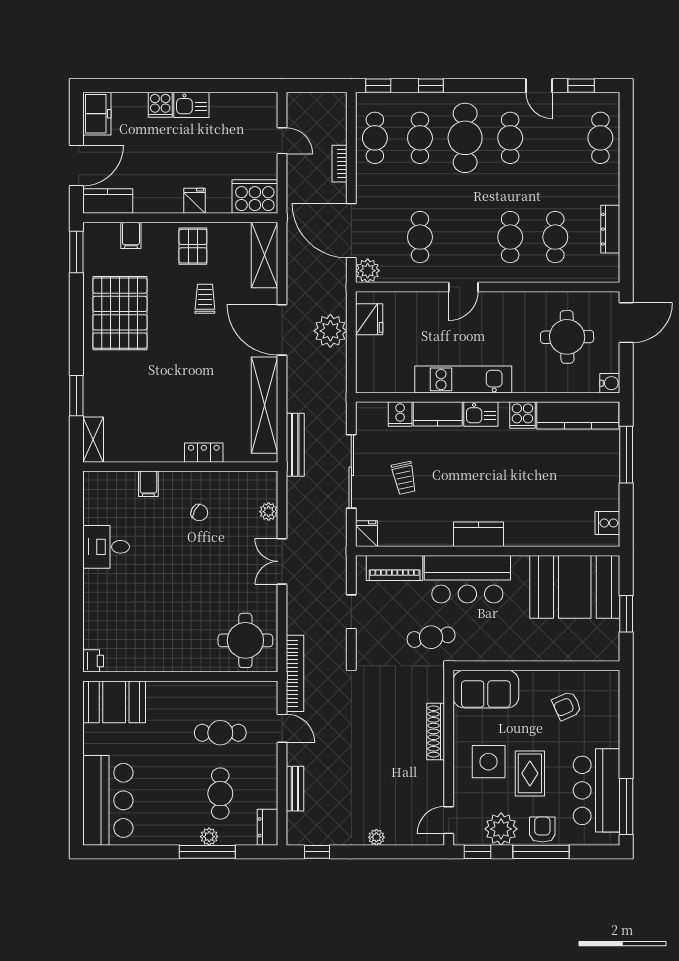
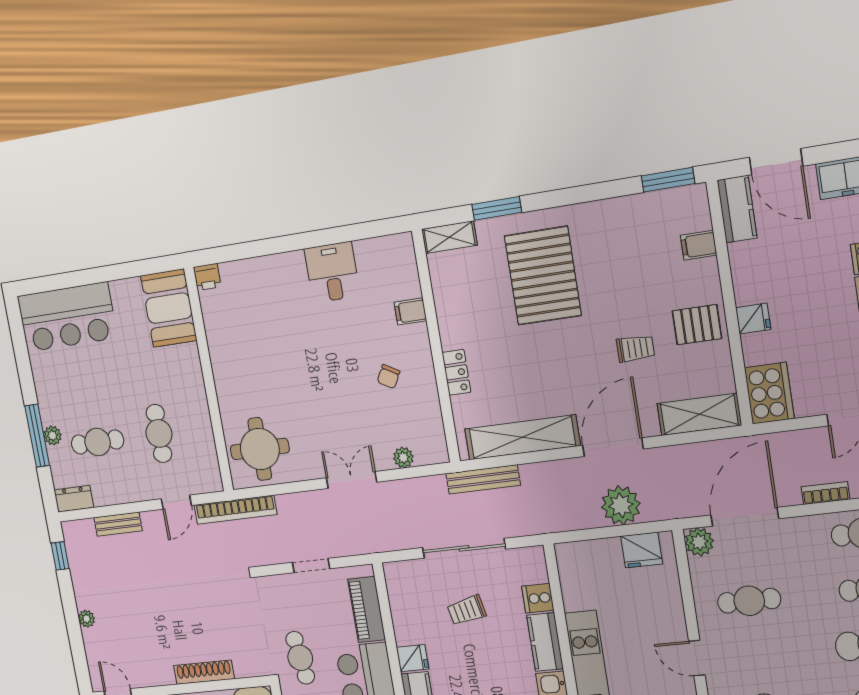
pallet: (120, 313) -> (543, 276), moved, turned 90
fridge: (367, 534) -> (412, 658), moved

